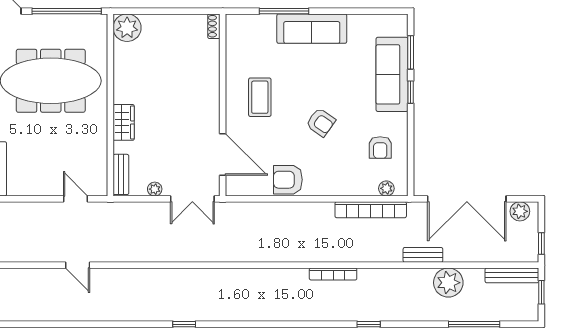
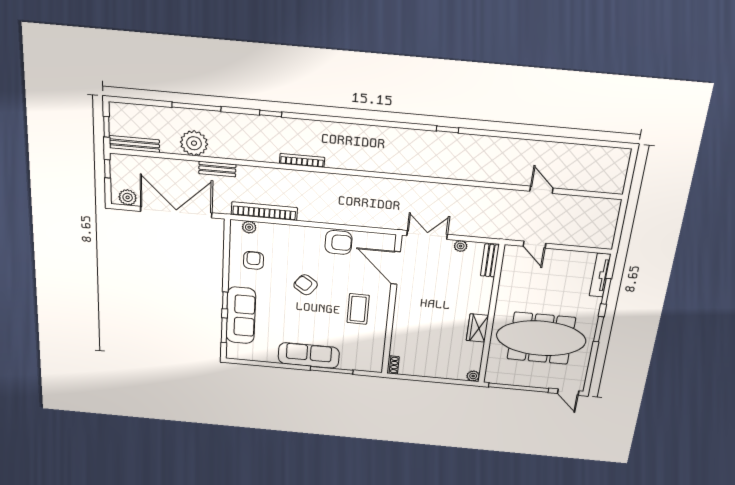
plant: (127, 28) -> (473, 376), width x0.53, depth x0.53
wardrobe: (124, 122) -> (477, 328), moved
window: (474, 324) -> (196, 107), moved

